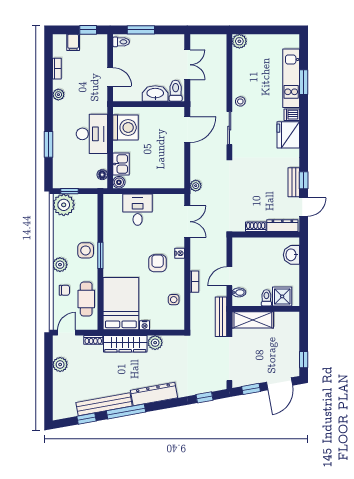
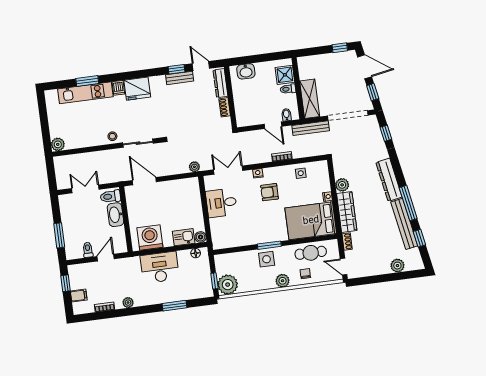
toilet: (121, 42) -> (88, 250), moved
desk: (138, 210) -> (221, 203), moved
plant: (60, 365) -> (397, 266), moved

